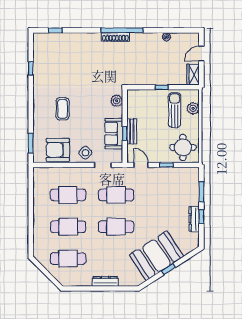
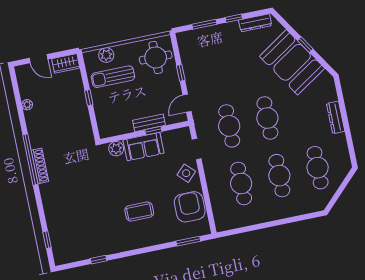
sofa: (114, 134) -> (143, 147), moved
armchair: (58, 150) -> (190, 207), turned 180
dresser: (194, 219) -> (255, 23), moved

